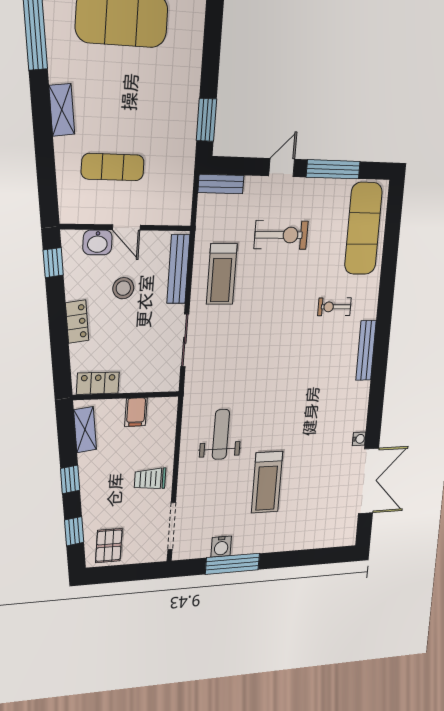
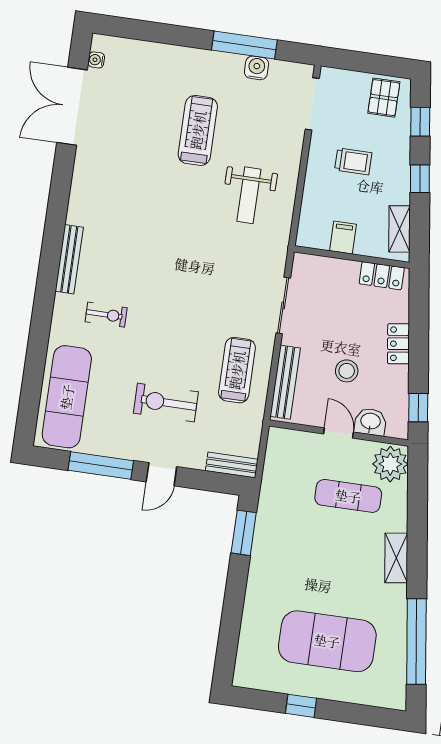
plant: (75, 203) -> (390, 464), added
water cooler: (359, 439) -> (96, 60), moved
trolley: (150, 479) -> (353, 161), moved

